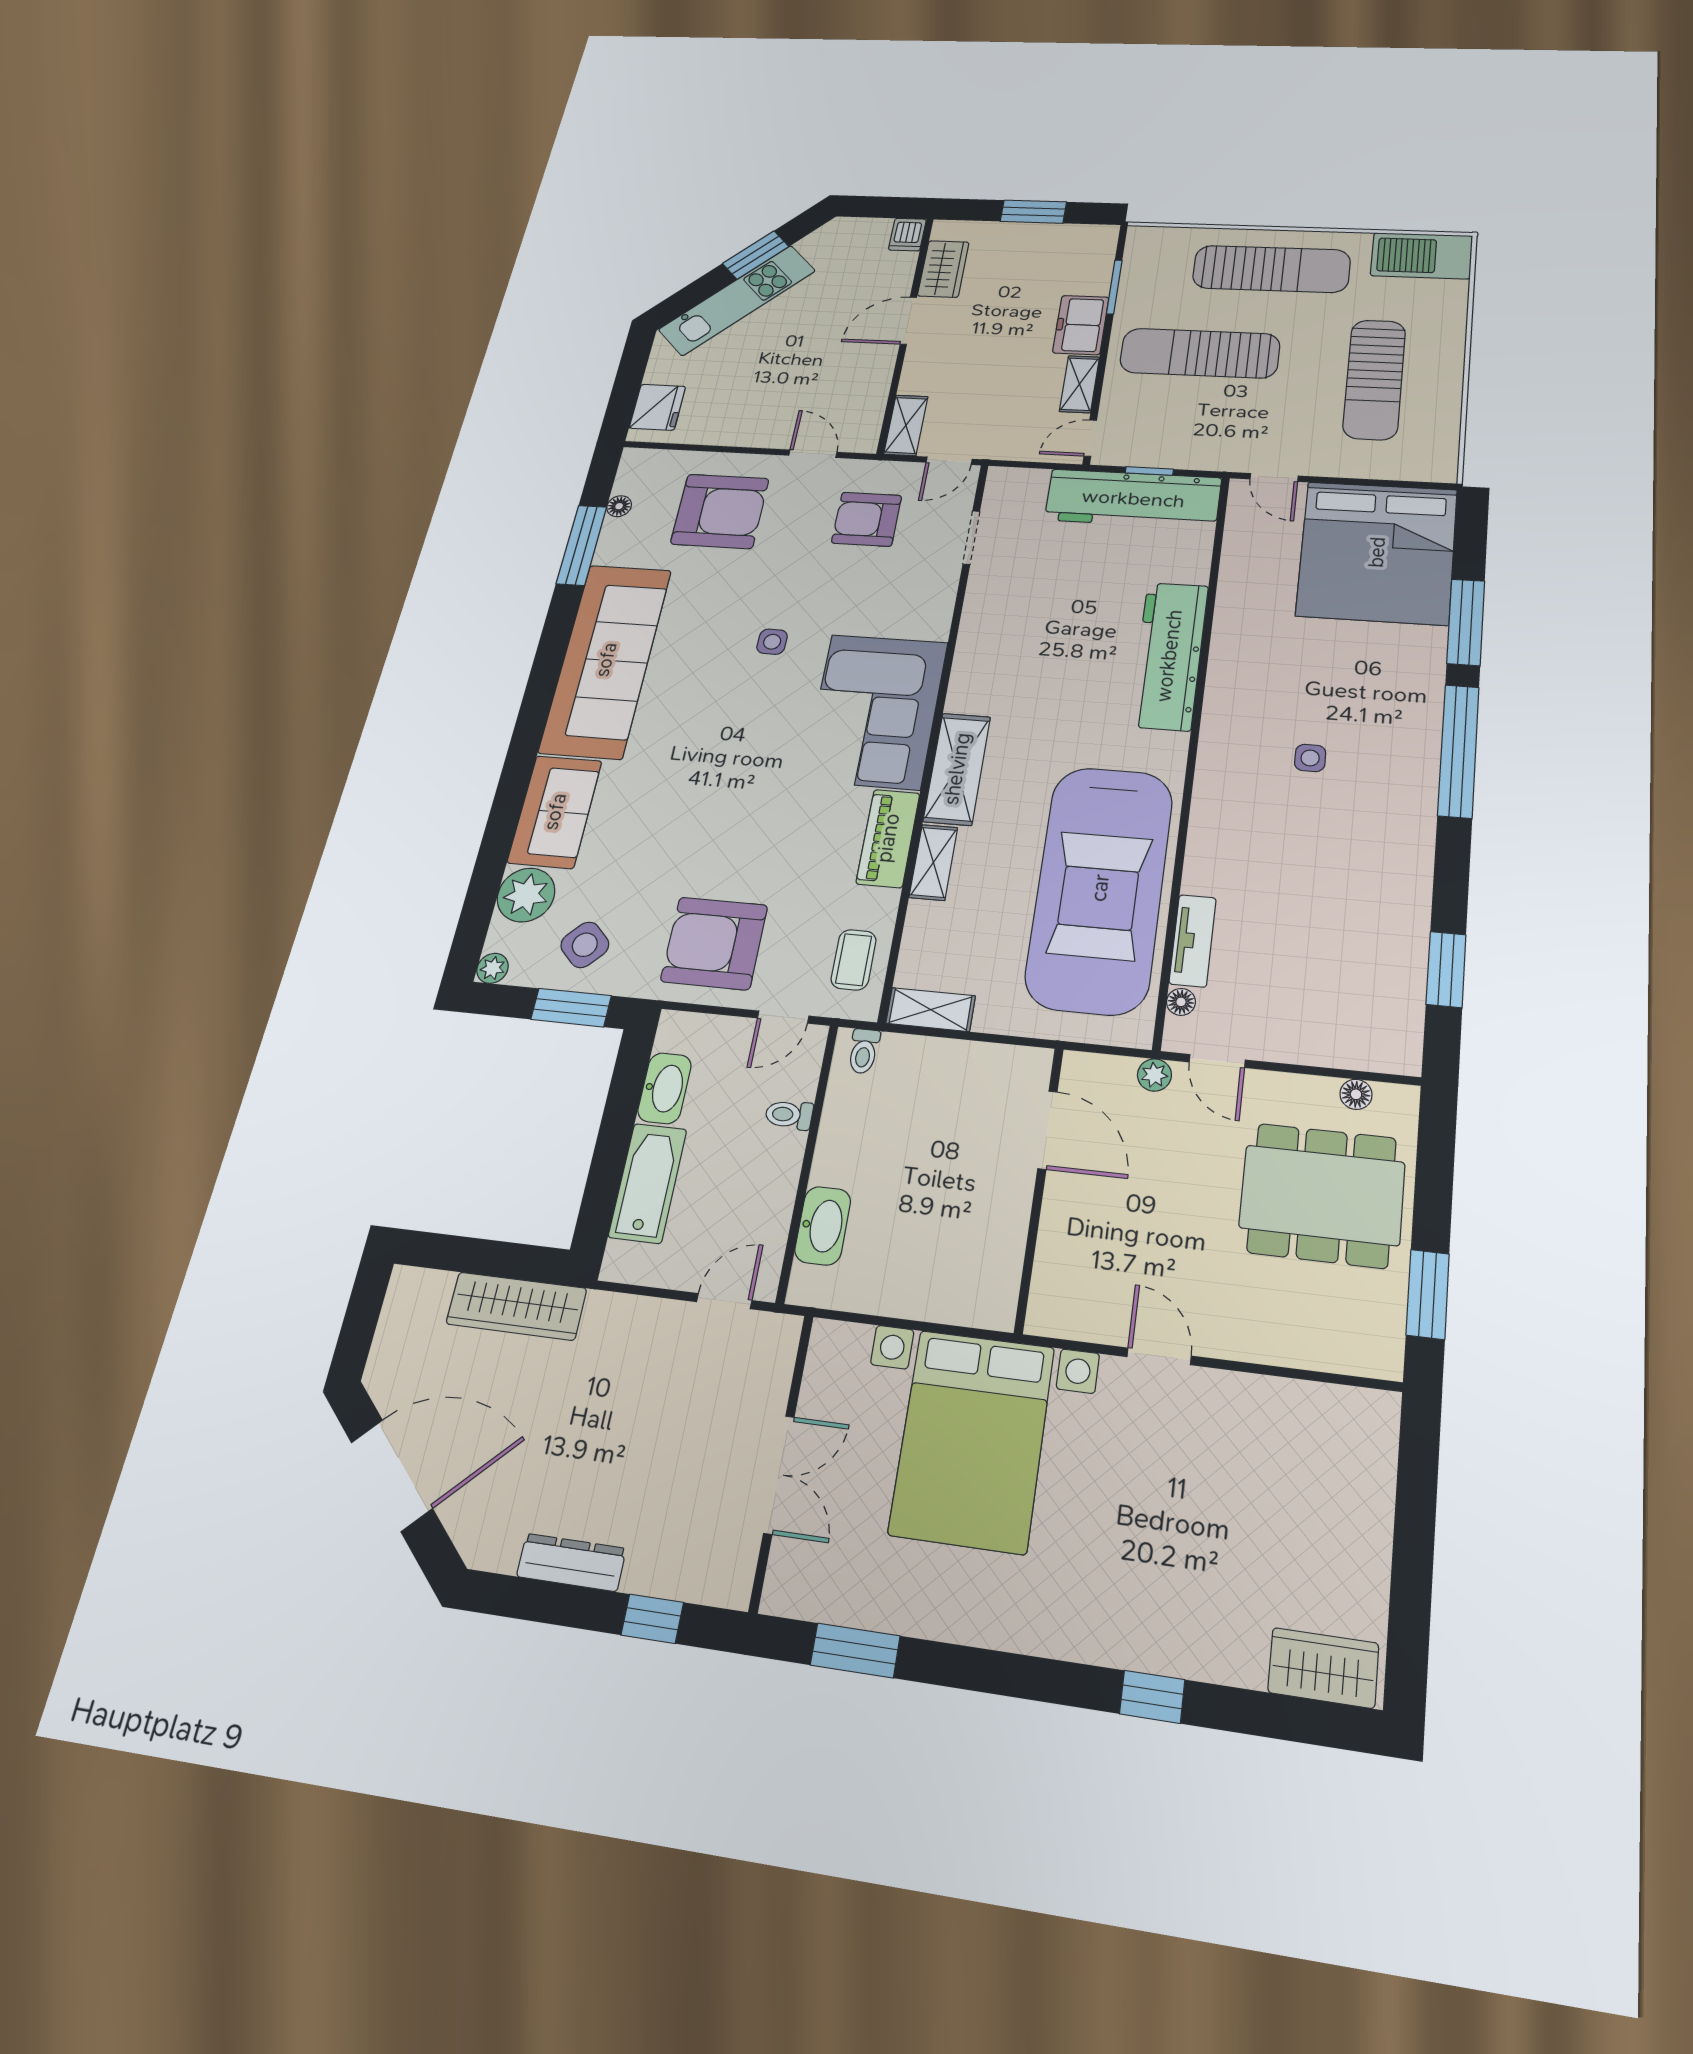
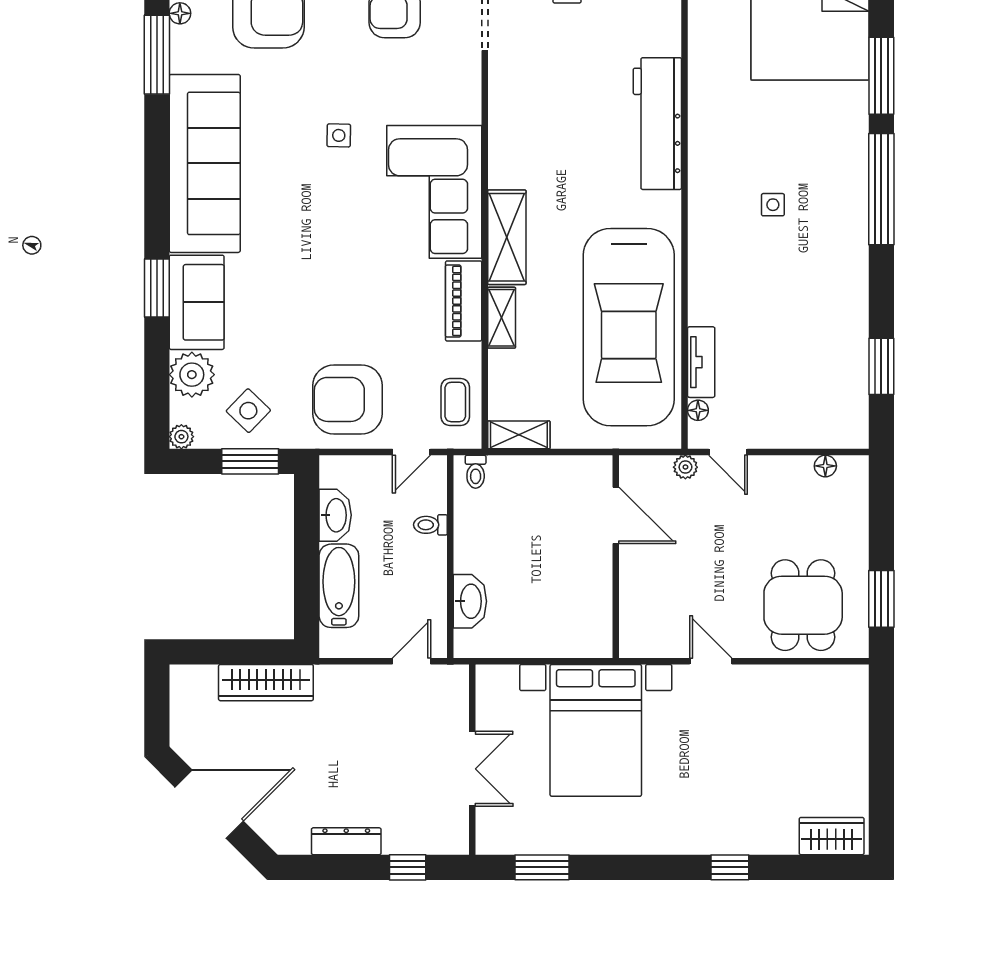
window: (511, 792) -> (157, 288), added
dining table: (1322, 1195) -> (803, 605), moved, width x0.73

